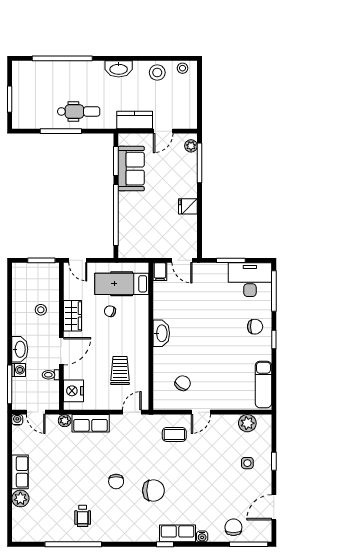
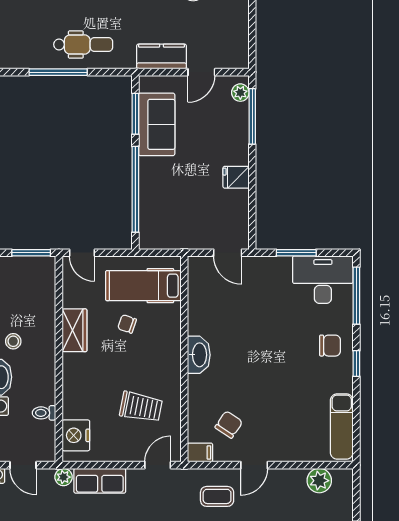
filing cabinet: (160, 272) -> (200, 453), moved, turned -90
stool: (41, 310) -> (13, 341), moved
door: (61, 351) -> (59, 380), removed
trolley: (120, 371) -> (141, 407), turned 101

